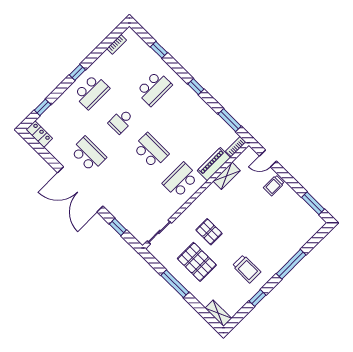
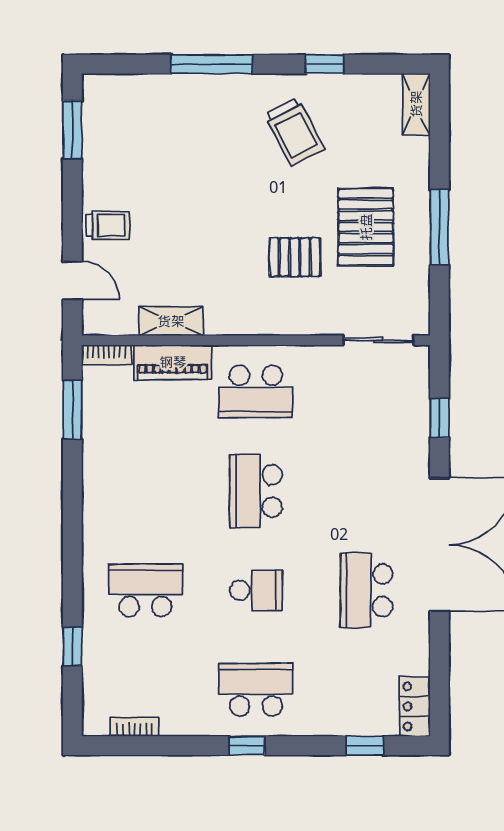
window: (196, 87) -> (72, 523), removed
pallet: (209, 232) -> (295, 257), turned 90
trolley: (247, 269) -> (294, 132), turned 153

